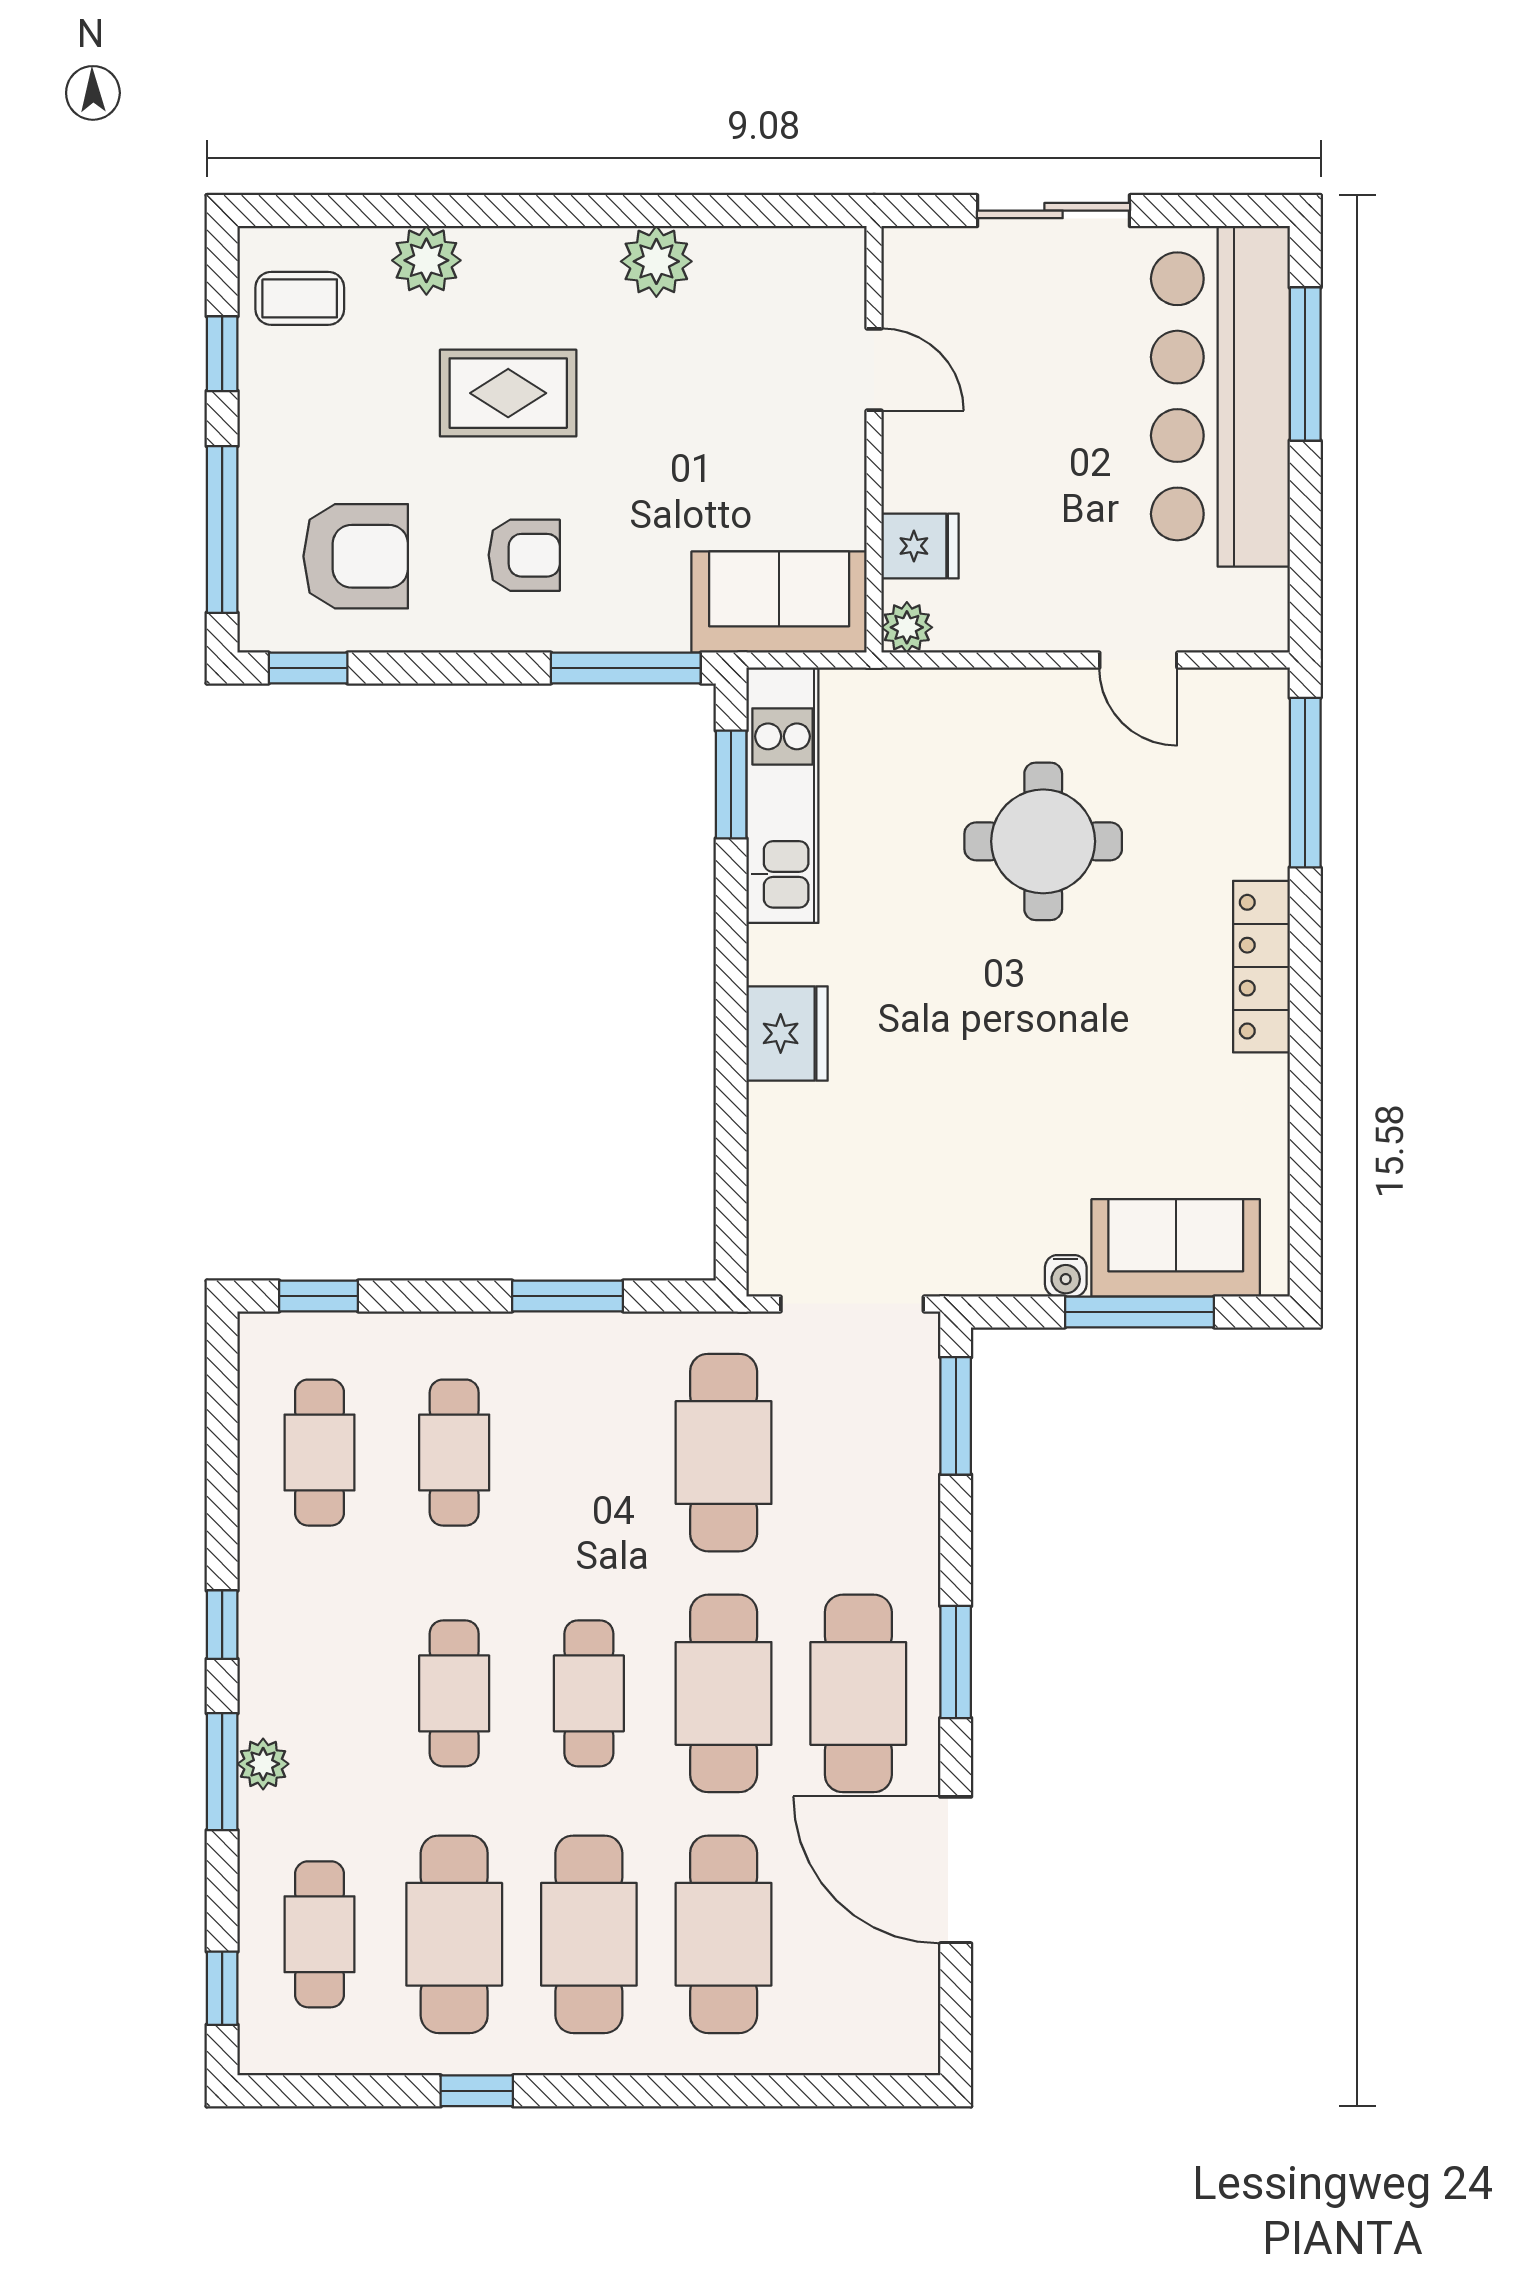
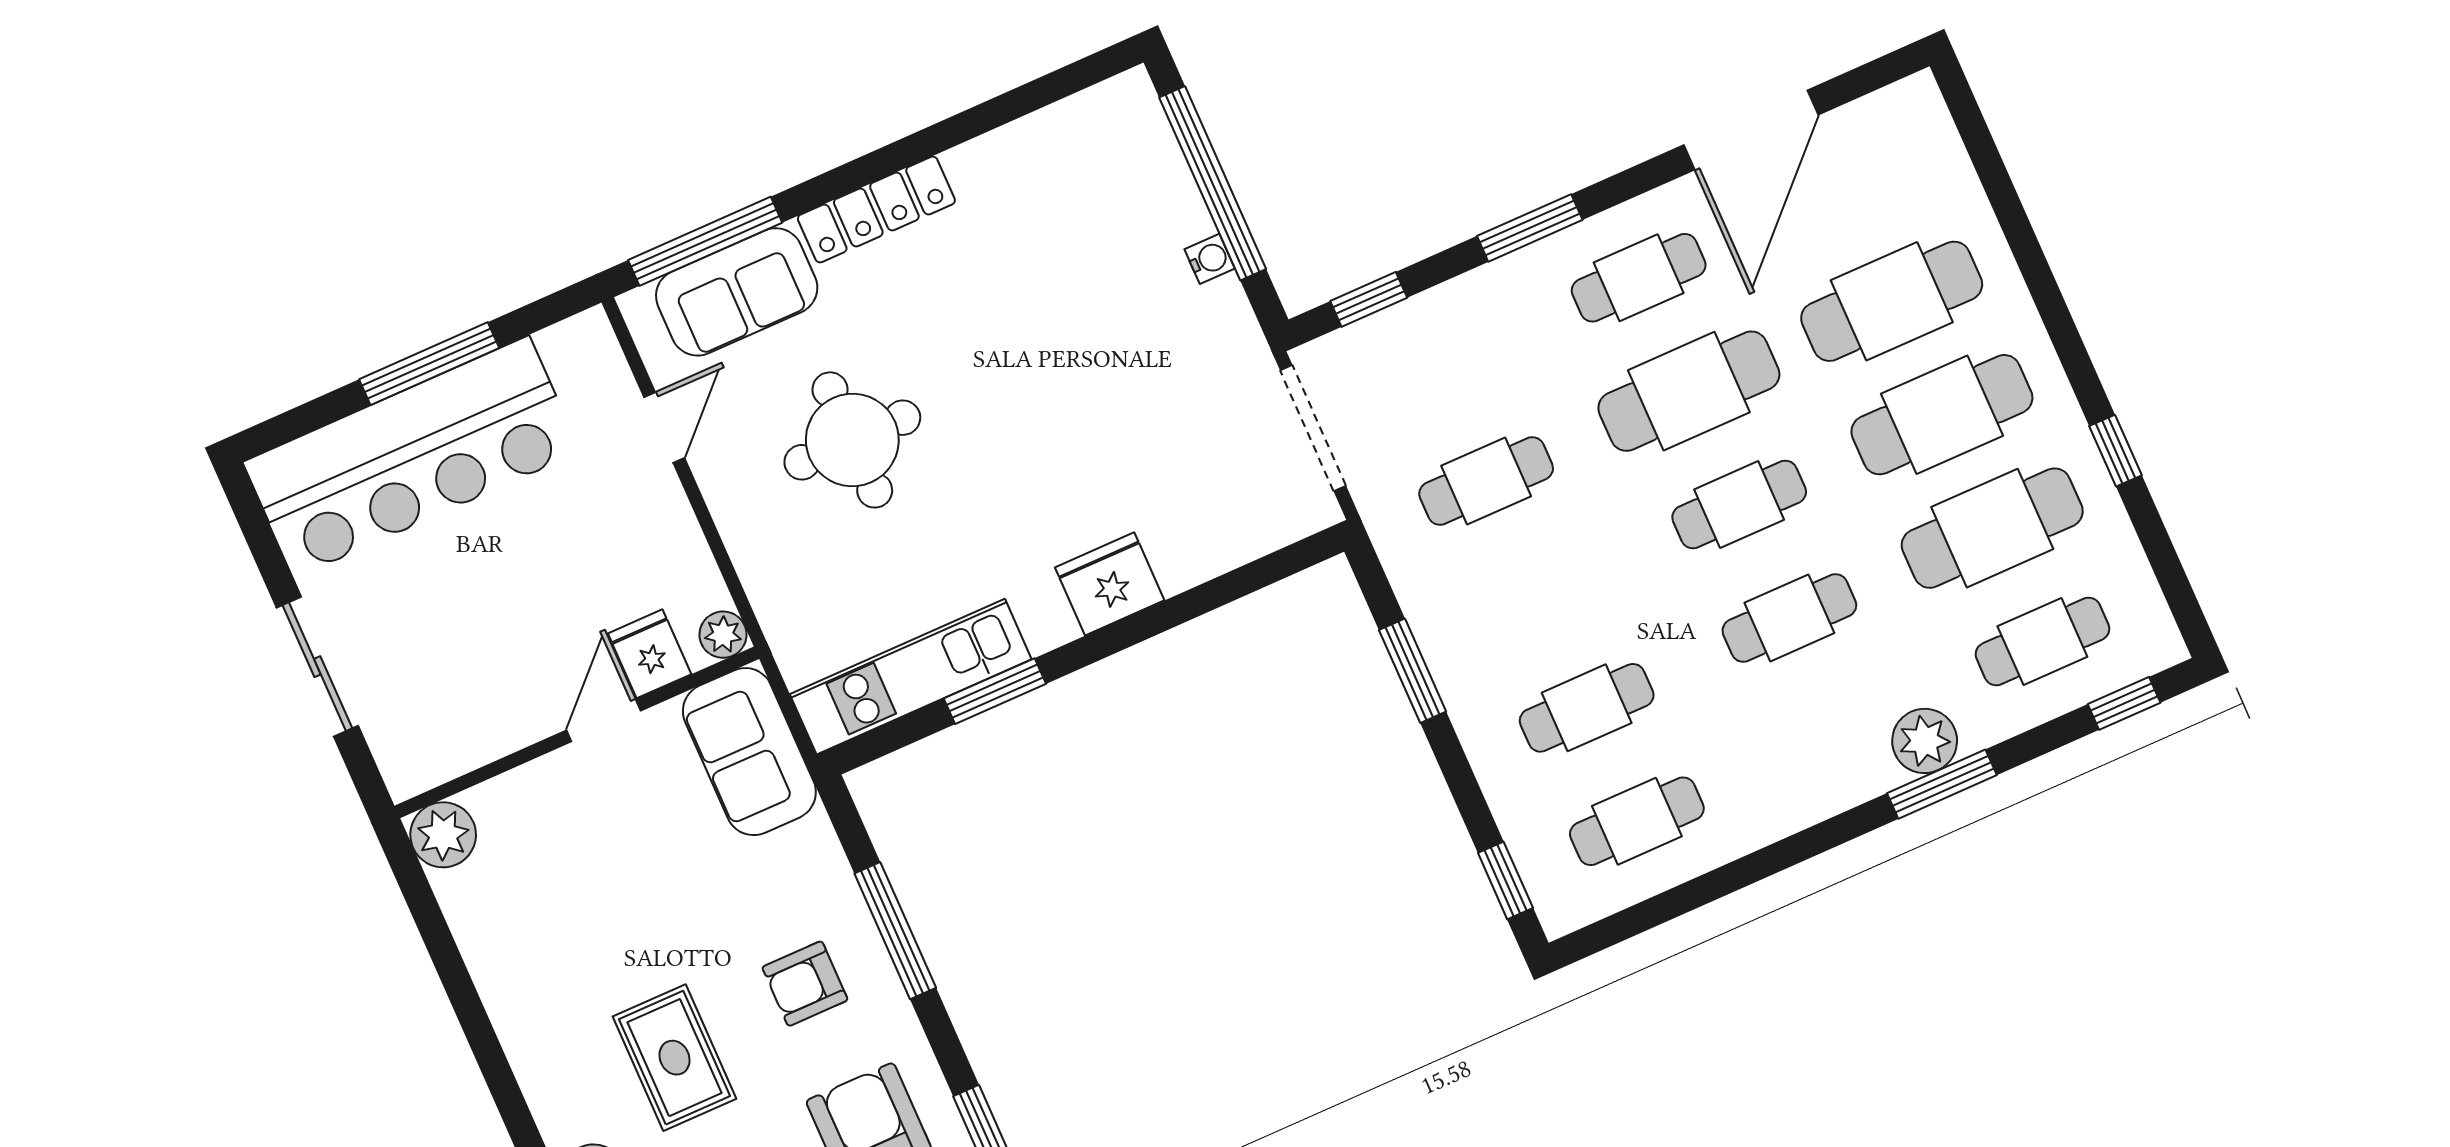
plant: (656, 261) -> (443, 835), moved
window: (1305, 364) -> (429, 364), moved
door: (874, 370) -> (604, 721), moved
armchair: (524, 555) -> (805, 984), turned -90
window: (626, 668) -> (895, 931), moved
window: (731, 784) -> (995, 691), moved
sofa: (1176, 1248) -> (737, 292), moved, turned -90
window: (1140, 1312) -> (1213, 183), width x1.46
window: (956, 1416) -> (1369, 299), width x0.67
cafe table: (724, 1453) -> (1486, 481), width x0.73, depth x0.74
window: (222, 1625) -> (1818, 839), removed
window: (956, 1662) -> (1530, 228), moved
cafe table: (858, 1693) -> (1639, 278), width x0.73, depth x0.74
plant: (263, 1764) -> (1925, 741), width x1.38, depth x1.38

